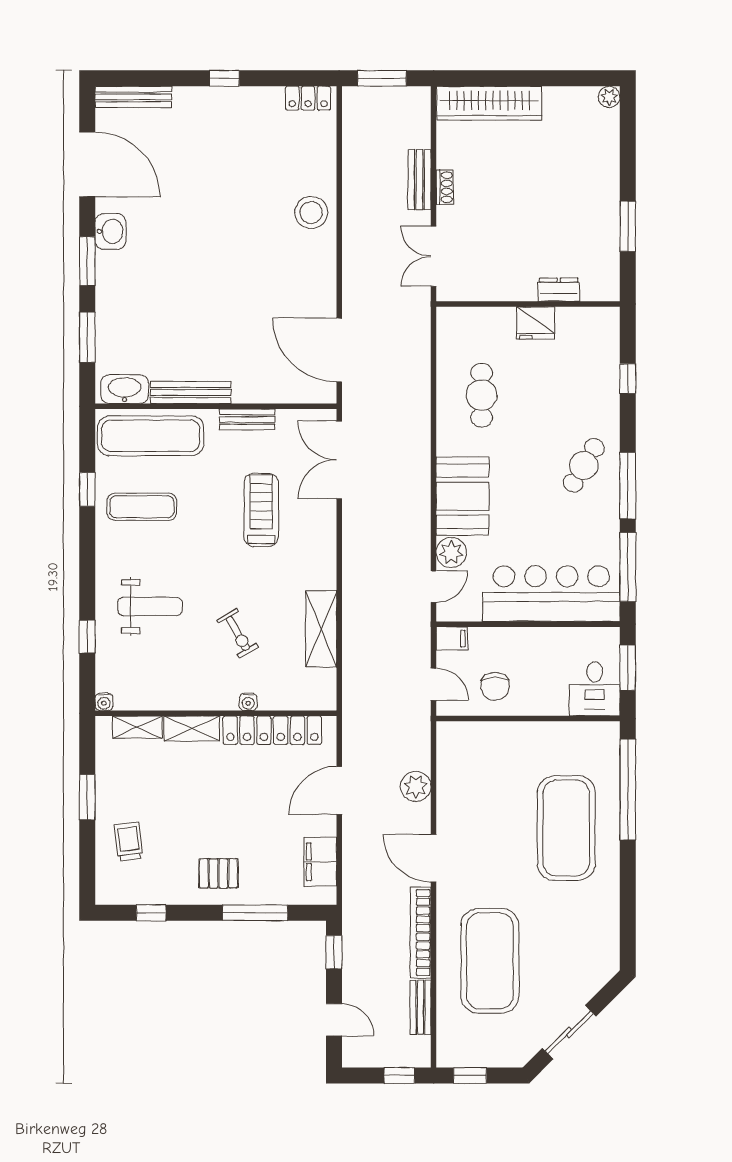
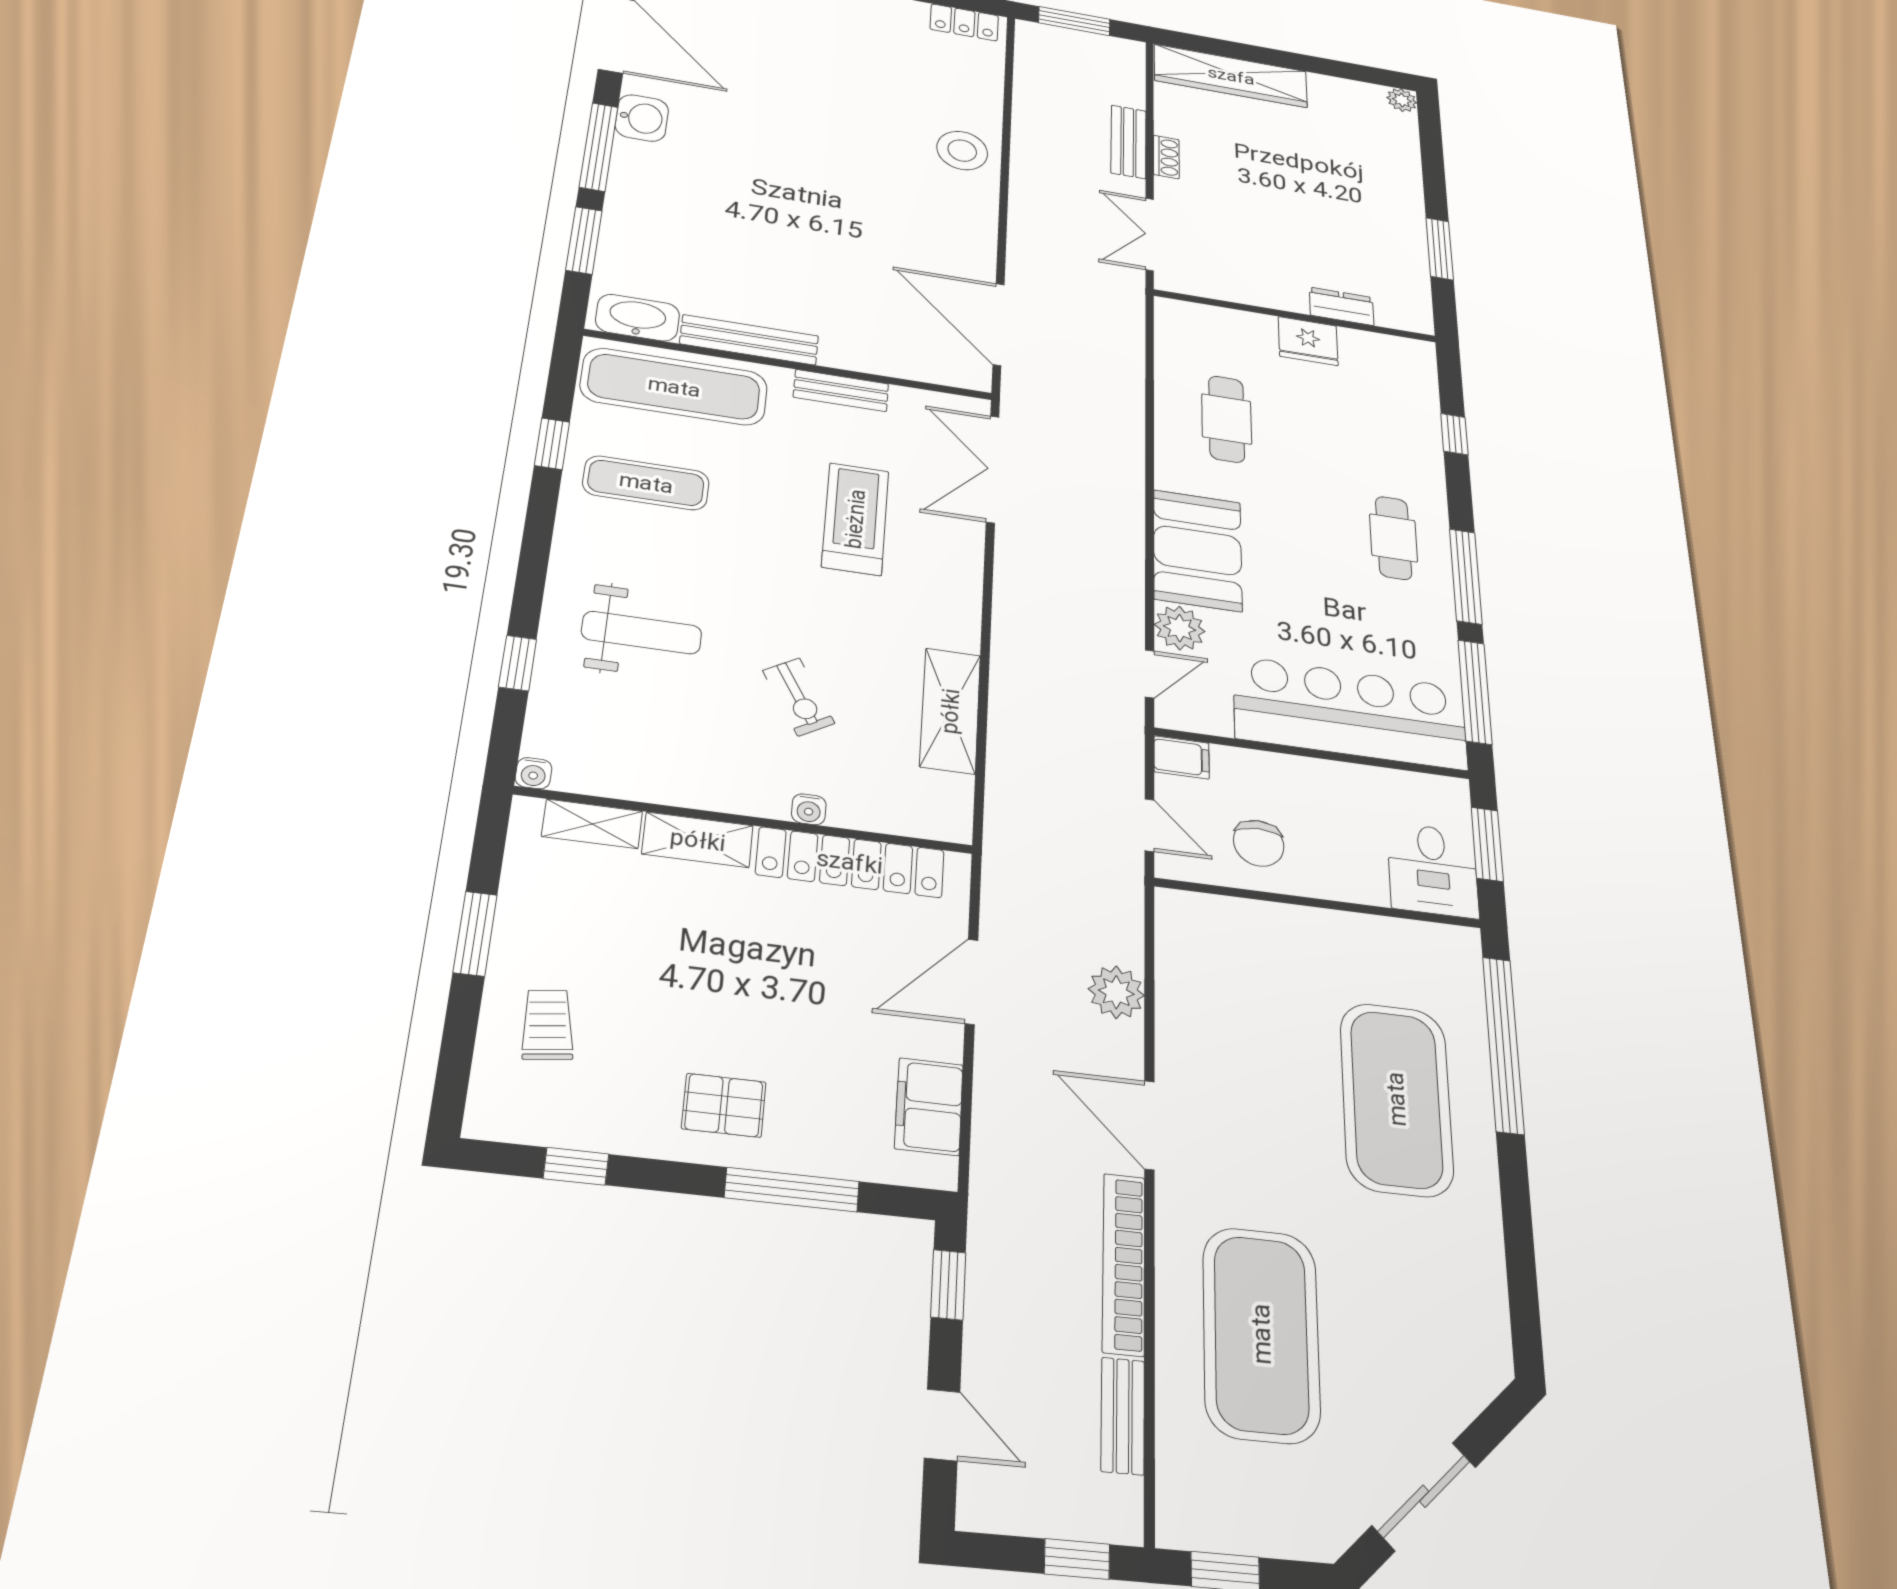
window: (87, 261) -> (599, 147), width x1.44
cafe table: (584, 465) -> (1394, 538), turned -31

